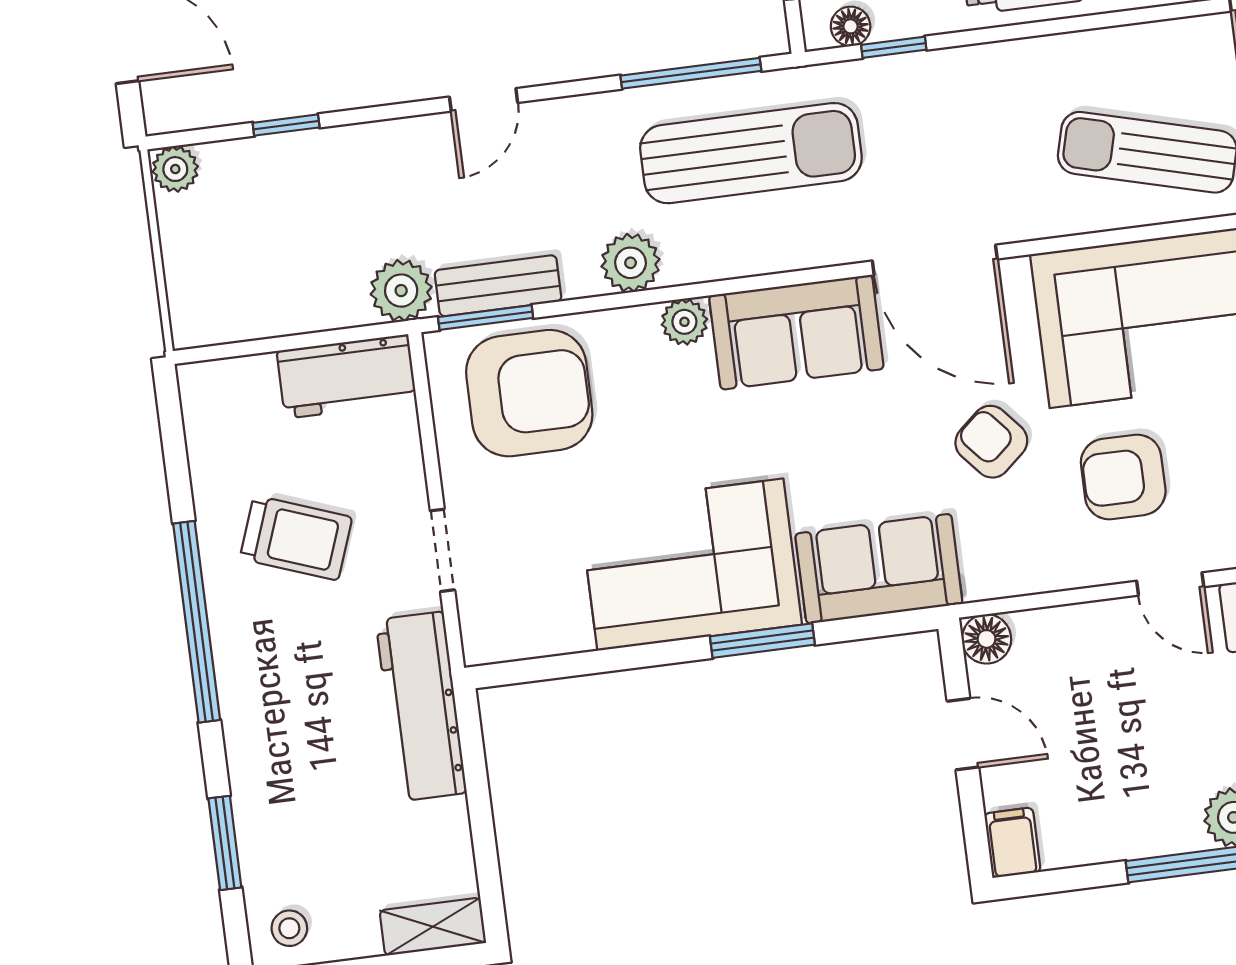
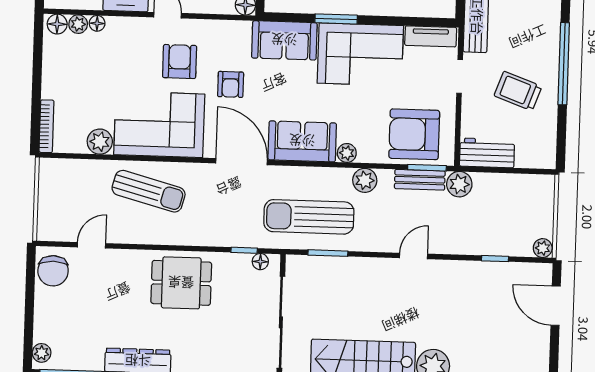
window: (691, 73) -> (328, 253), width x0.69
armchair: (991, 442) -> (231, 84), turned 41
armchair: (1123, 477) -> (180, 62), turned -90
tv unit: (528, 636) -> (431, 36), added

